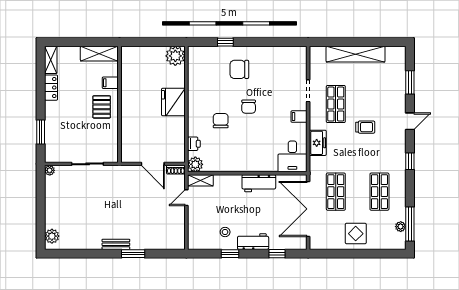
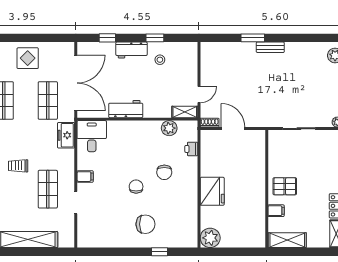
pallet: (102, 107) -> (285, 186), turned 90
freezer: (318, 143) -> (66, 135), moved
plant: (195, 164) -> (169, 128), moved

